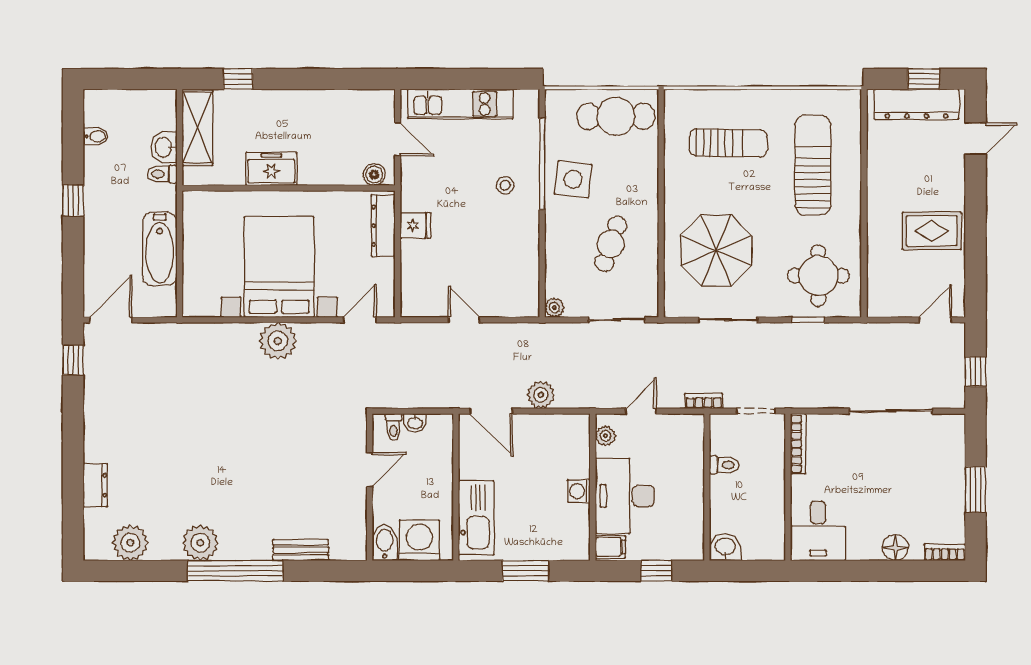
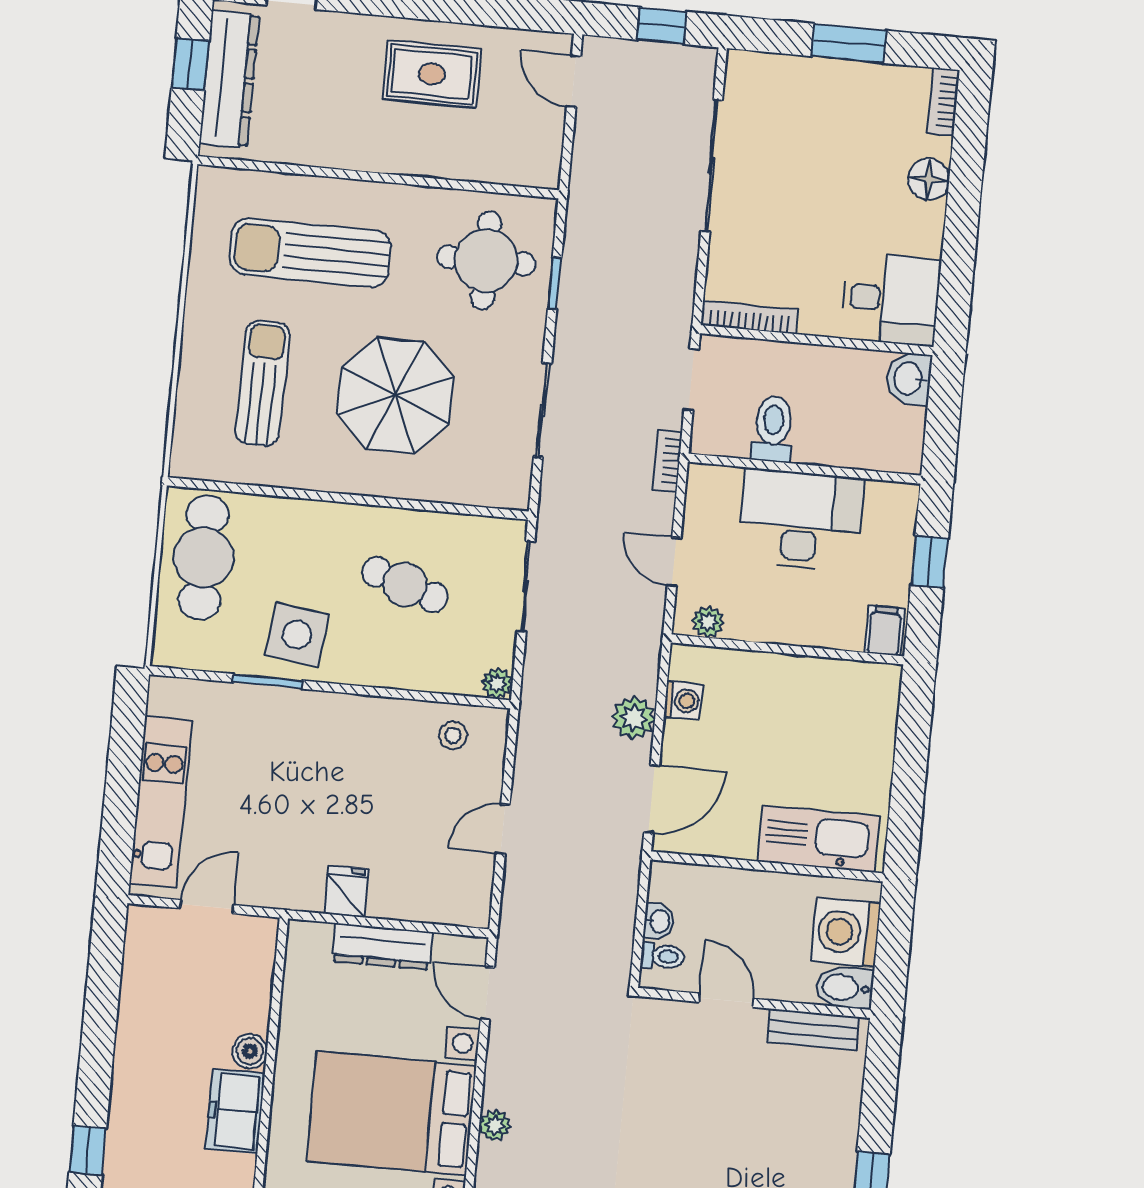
window: (542, 164) -> (268, 681), width x0.47
boiler: (374, 175) -> (250, 1051), moved
stool: (505, 185) -> (453, 736), moved
dresser: (383, 226) -> (382, 946), moved
rug: (932, 231) -> (432, 74), turned 90
parasol: (716, 250) -> (395, 395), moved
plant: (278, 341) -> (495, 1125), width x0.53, depth x0.53
toilet: (724, 465) -> (773, 429), width x1.37, depth x1.39
washing machine: (579, 491) -> (683, 701), moved, turned -90
desk: (625, 496) -> (800, 520), moved, turned 180
washbasin: (725, 547) -> (909, 379), moved
bench: (301, 550) -> (813, 1030), moved, turned 90
window: (526, 571) -> (910, 768), removed

